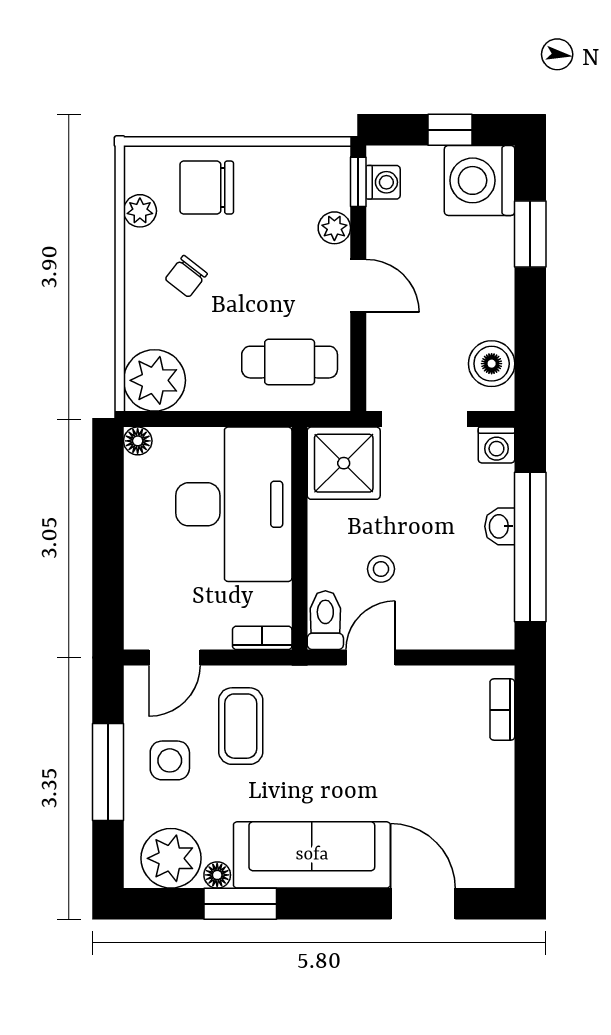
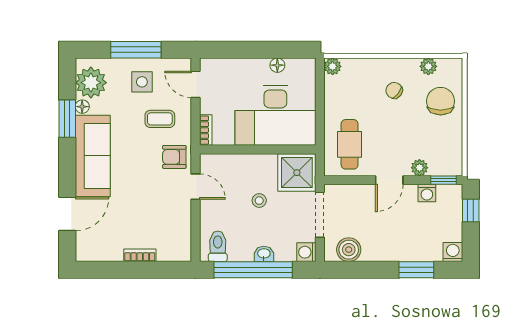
window: (450, 130) -> (471, 211), moved
washing machine: (480, 180) -> (453, 252), width x0.53, depth x0.53
washing machine: (383, 182) -> (427, 193), moved
plant: (154, 380) -> (333, 66), width x0.53, depth x0.53
floor lamp: (138, 441) -> (277, 65), moved
stool: (381, 569) -> (259, 201), moved
toilet: (325, 620) -> (218, 246), moved, turned -90
armchair: (314, 698) -> (174, 157), added
bookcase: (502, 710) -> (140, 255), moved
coffee table: (241, 726) -> (160, 119), width x0.73, depth x0.77

